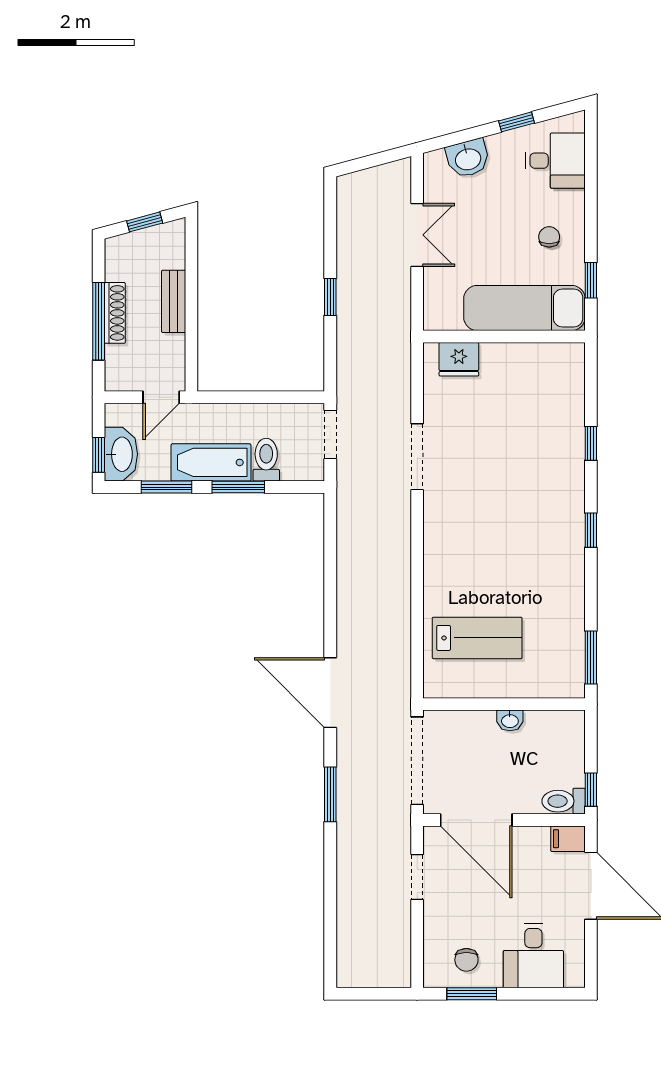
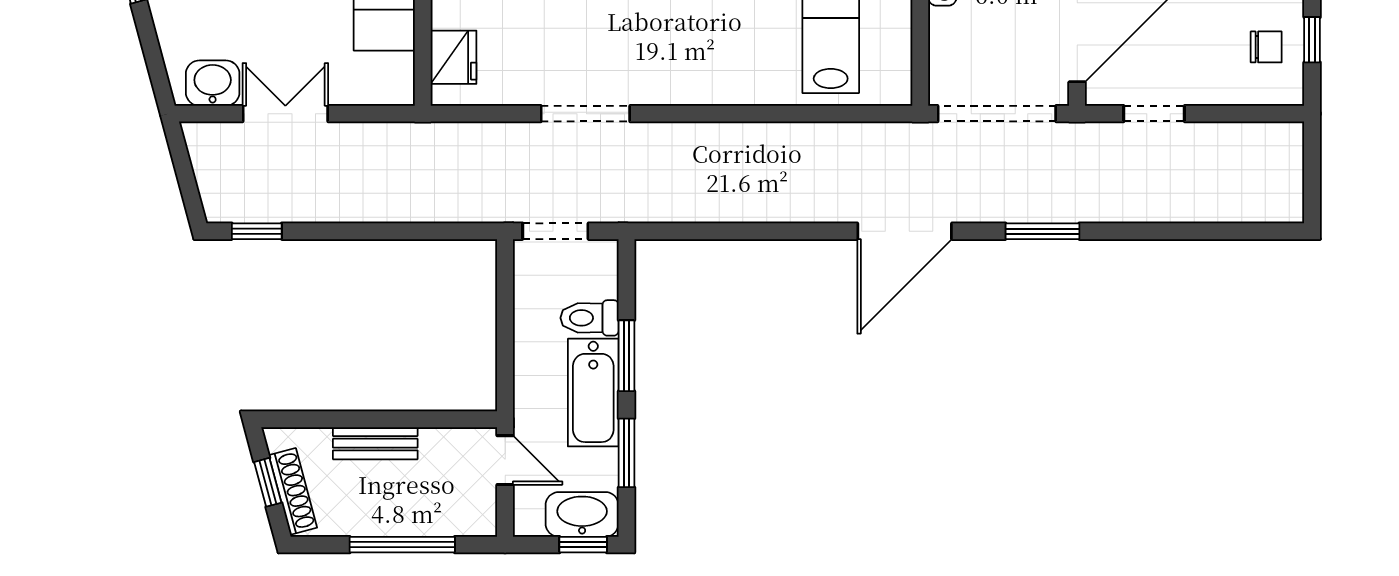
washbasin: (468, 158) -> (213, 83), moved, turned -75
window: (330, 297) -> (257, 231), moved
shoe rack: (115, 313) -> (293, 491), moved, turned 75
window: (472, 994) -> (1312, 40), width x0.67

